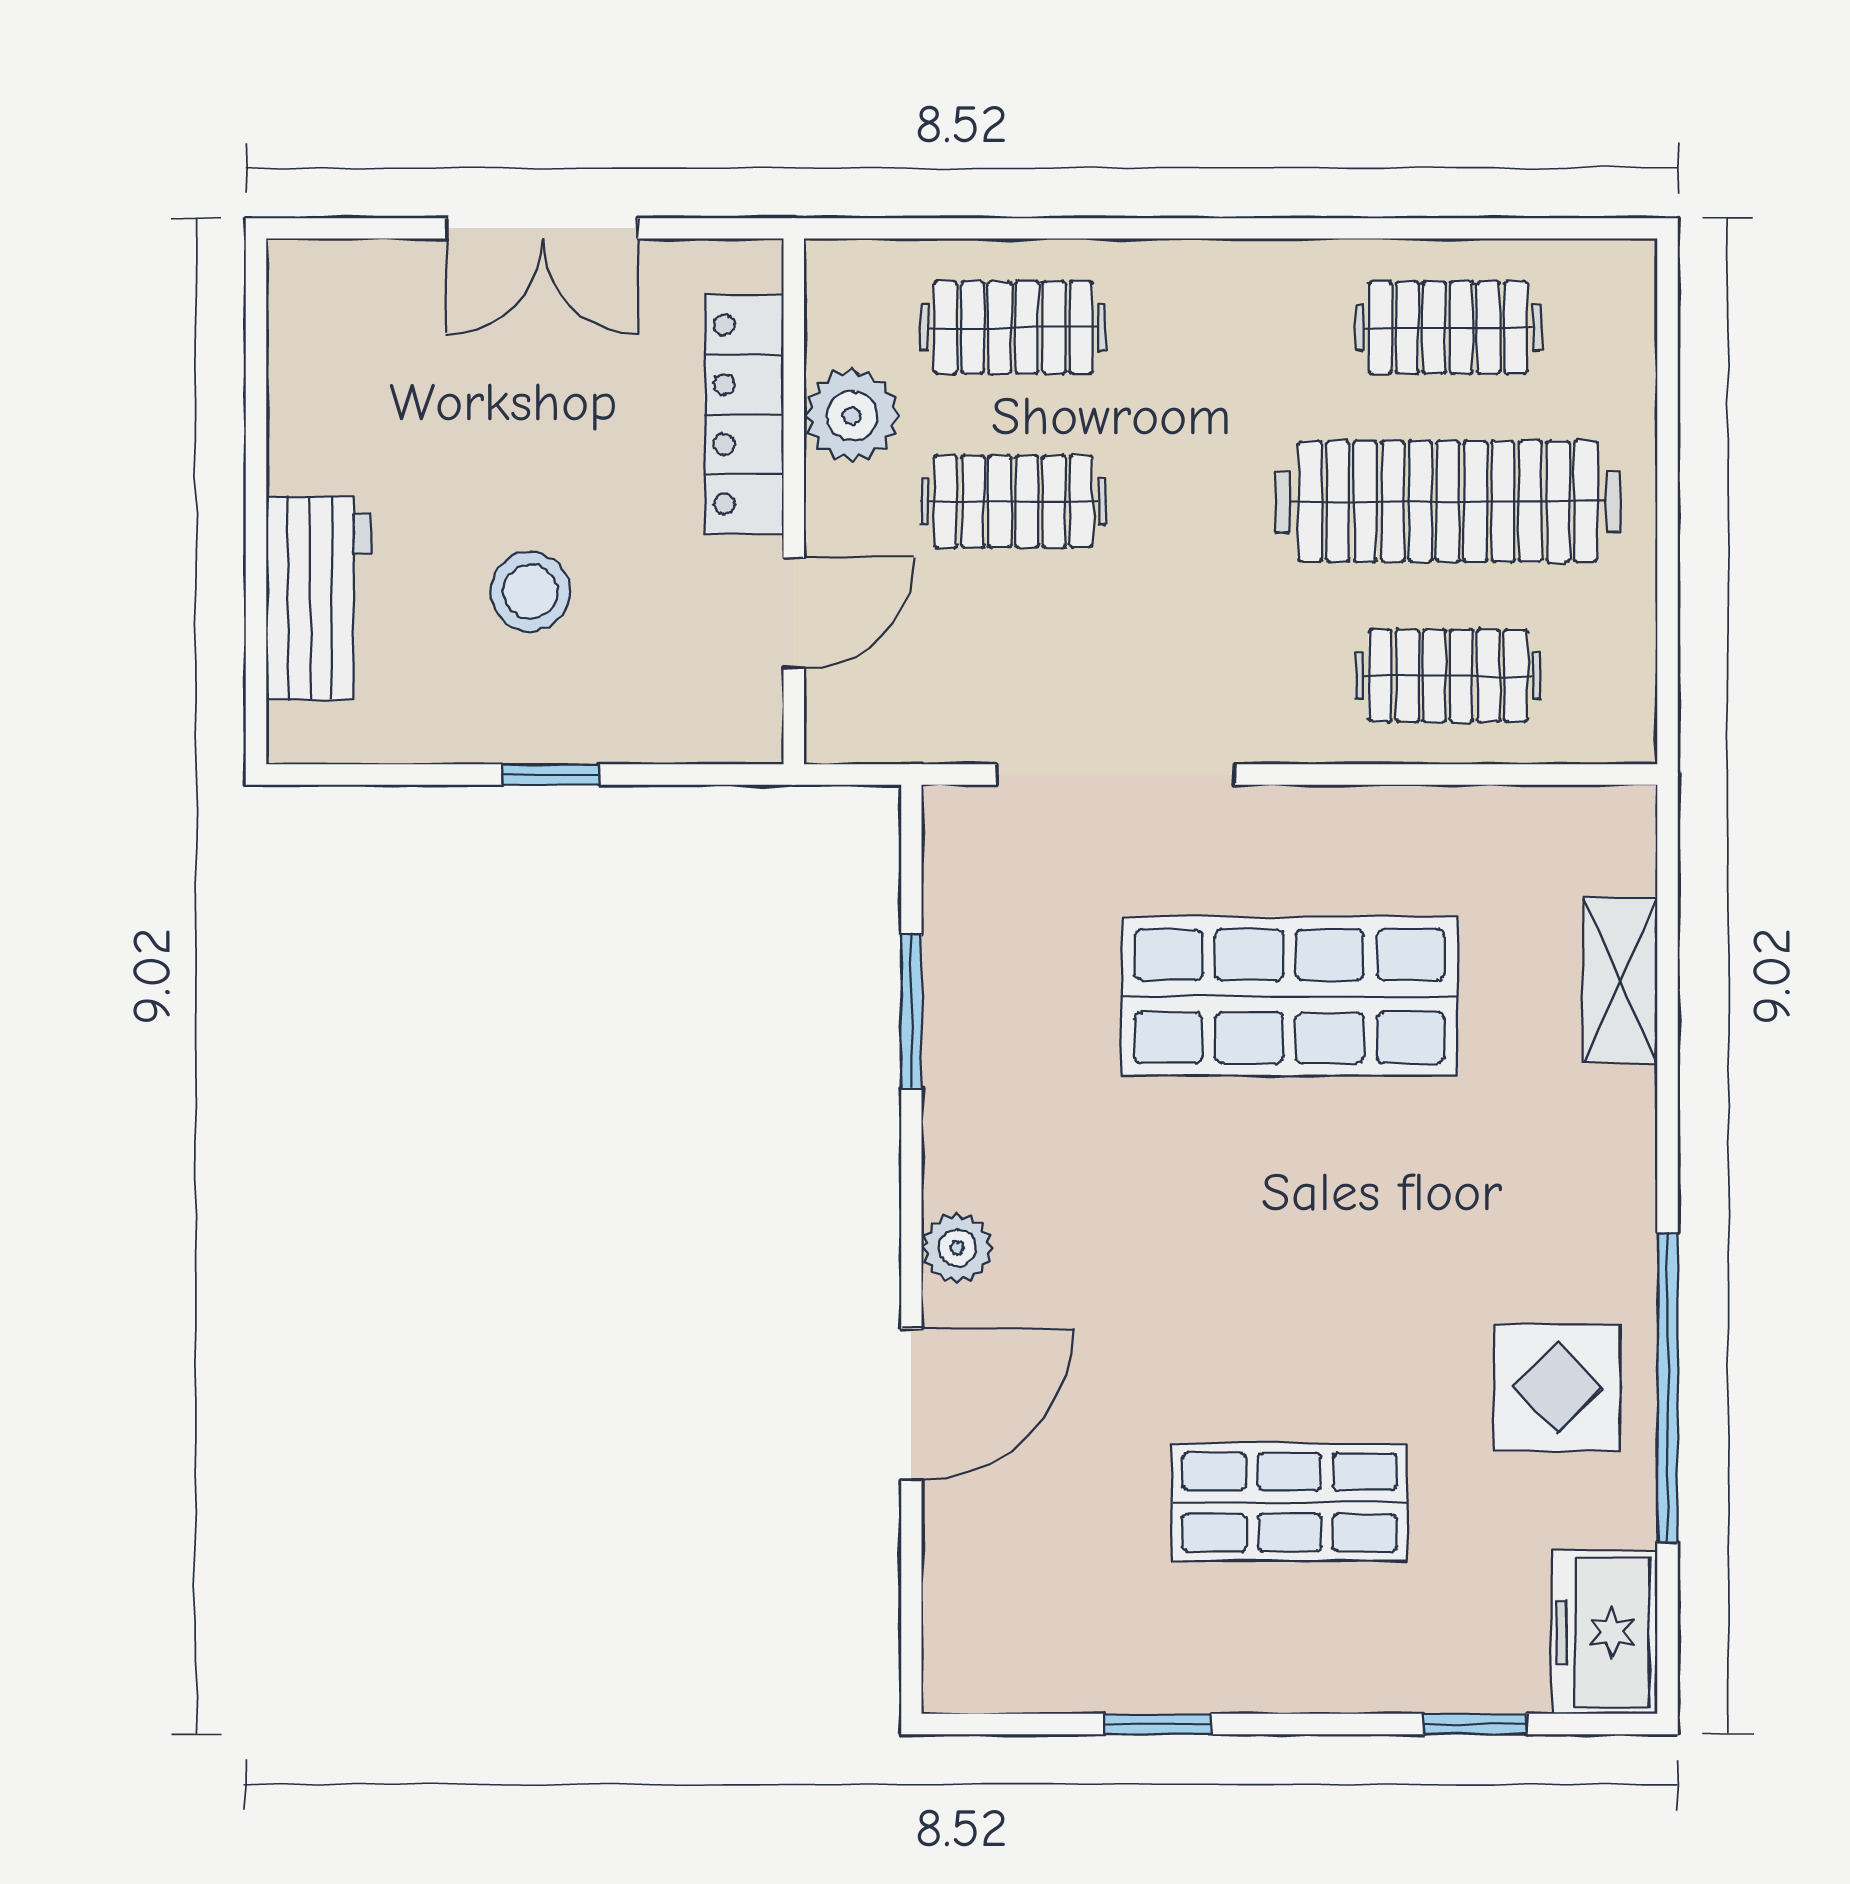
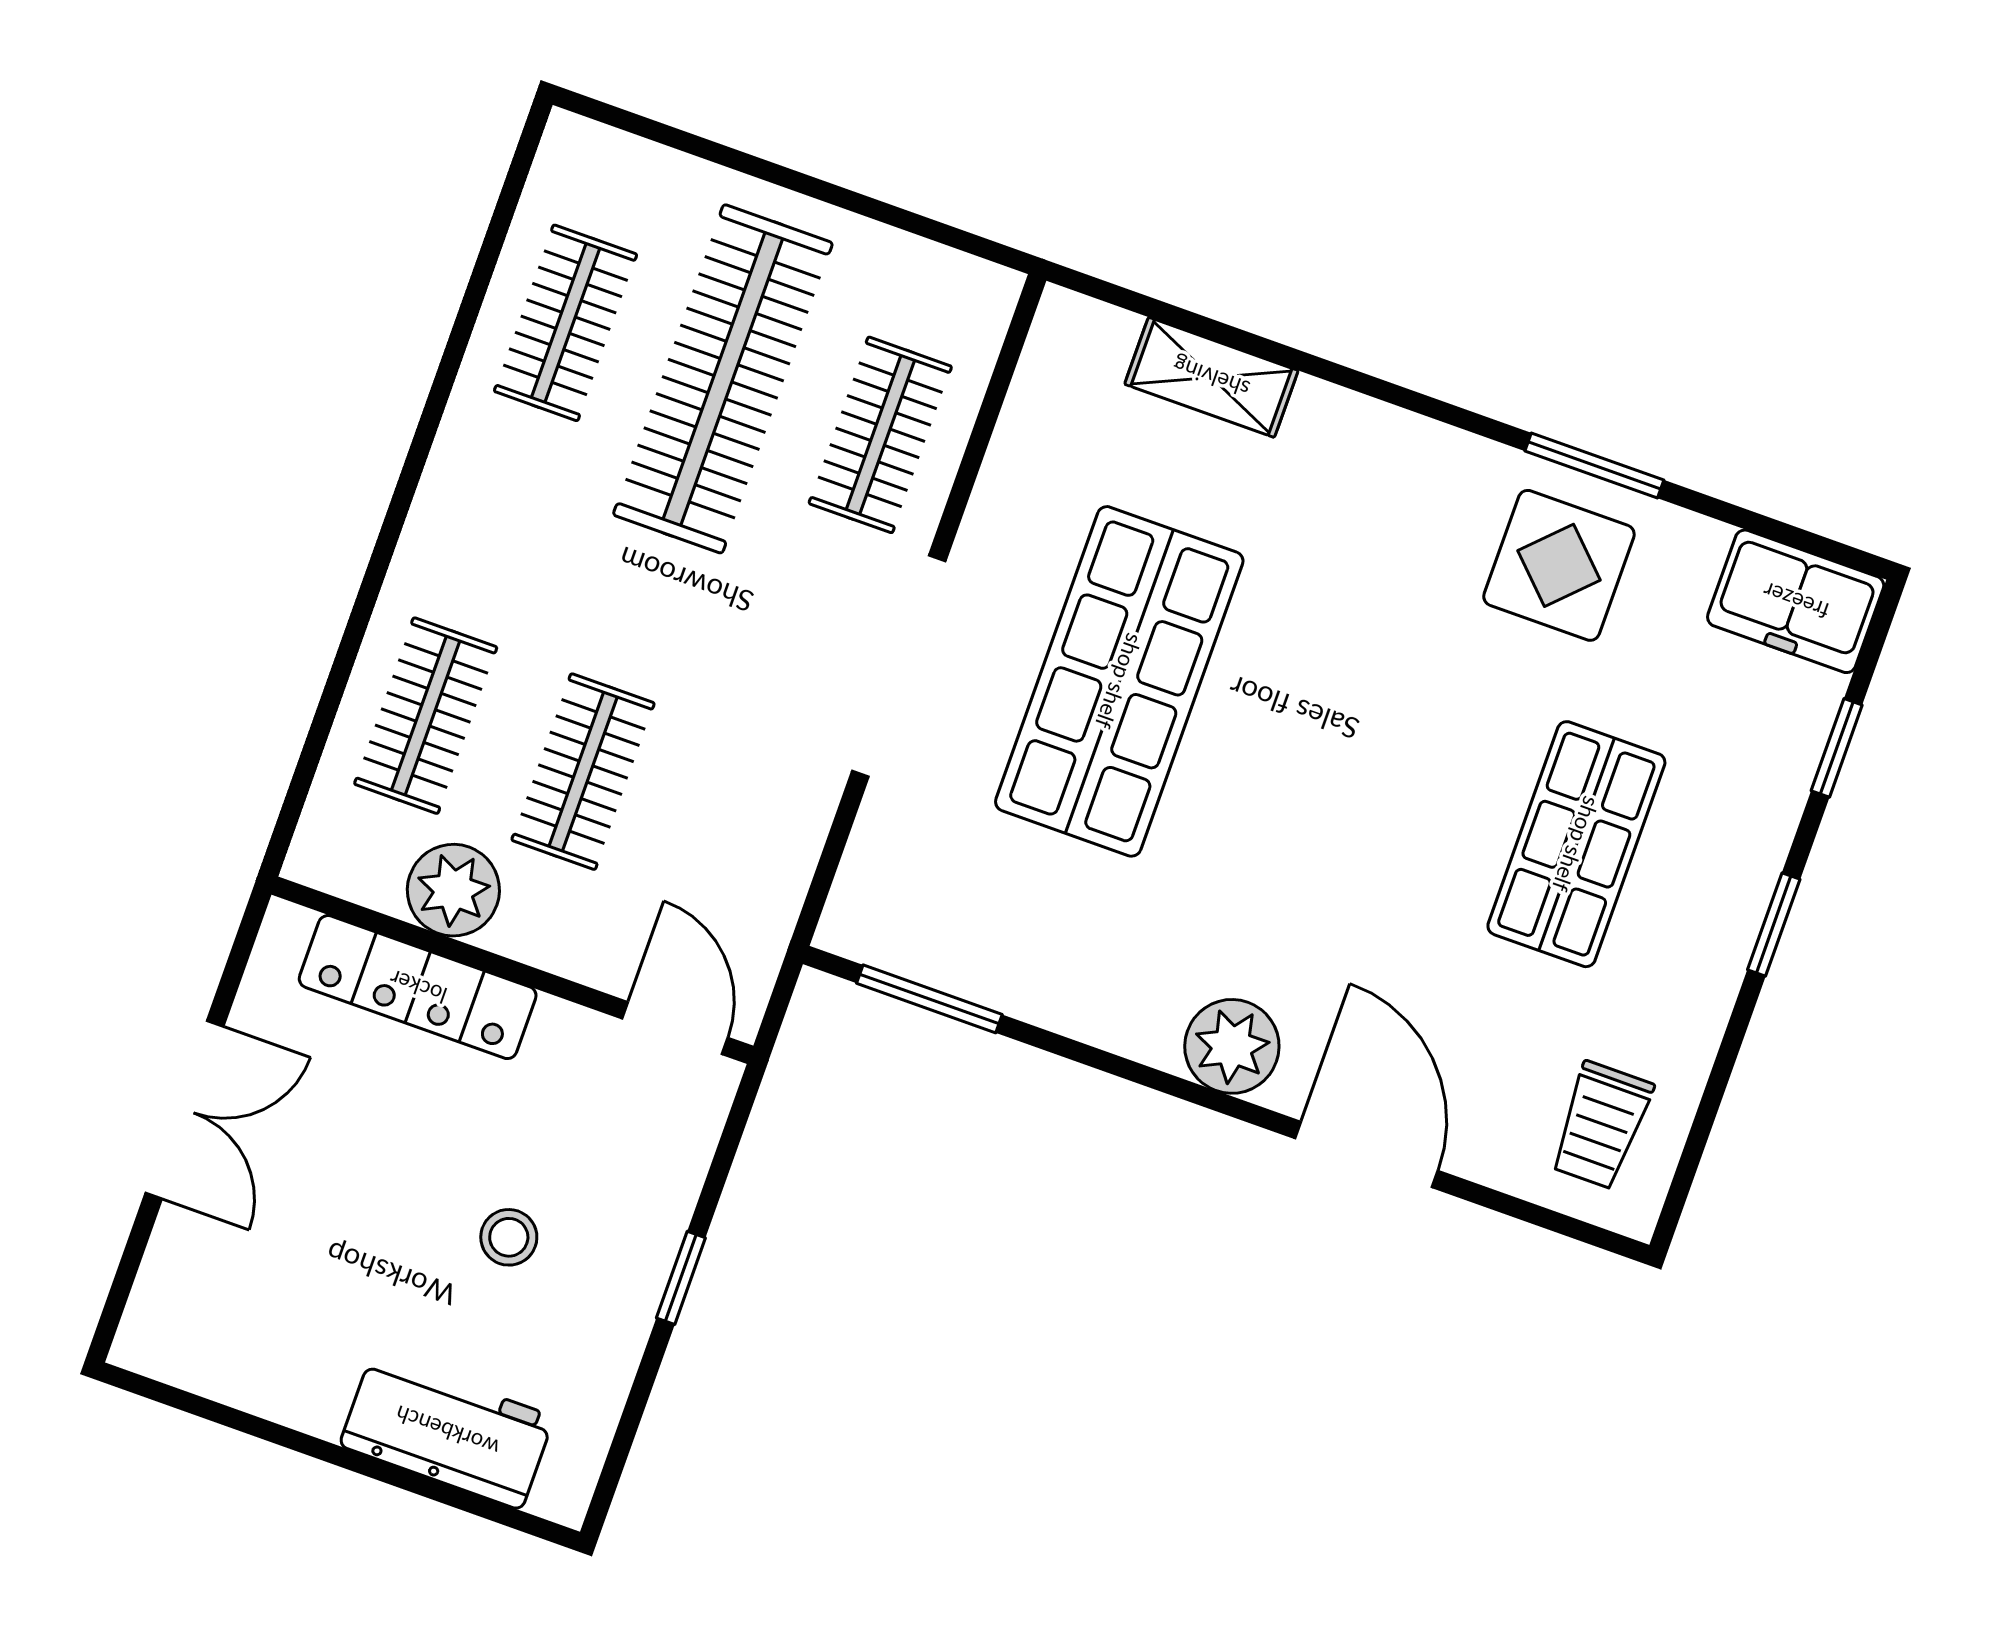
stool: (530, 591) -> (509, 1237), width x0.73, depth x0.73
door: (794, 613) -> (675, 1028), moved
doorway: (1116, 775) -> (899, 666), moved
window: (911, 1011) -> (929, 999), moved
plant: (957, 1248) -> (1232, 1046), width x1.38, depth x1.38
window: (1668, 1387) -> (1594, 465), width x0.47
trolley: (1022, 1625) -> (1601, 1125), added
window: (1158, 1724) -> (1774, 925), moved

